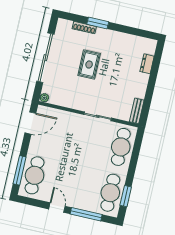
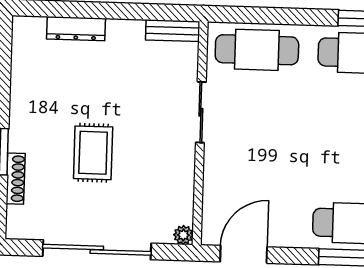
dresser: (147, 64) -> (76, 29), width x1.44
rug: (89, 65) -> (93, 153), turned 90
door: (30, 123) -> (244, 254), hinge flipped

